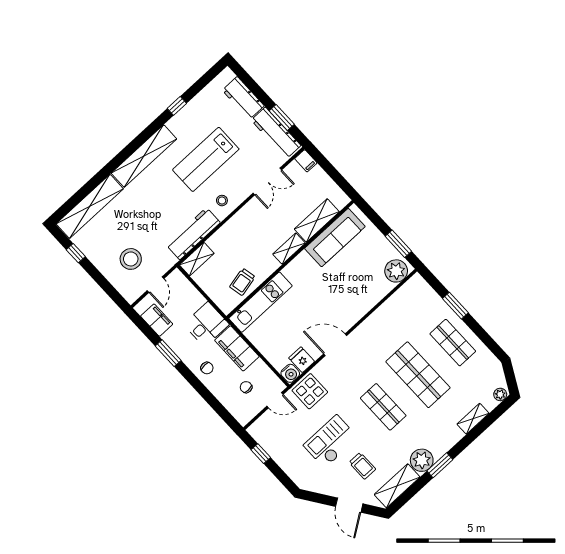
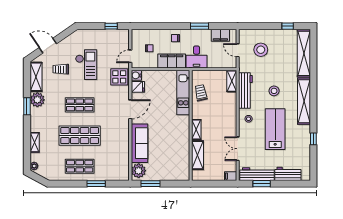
stool: (164, 201) -> (274, 91), added
sofa: (335, 238) -> (140, 143), moved, turned 180

